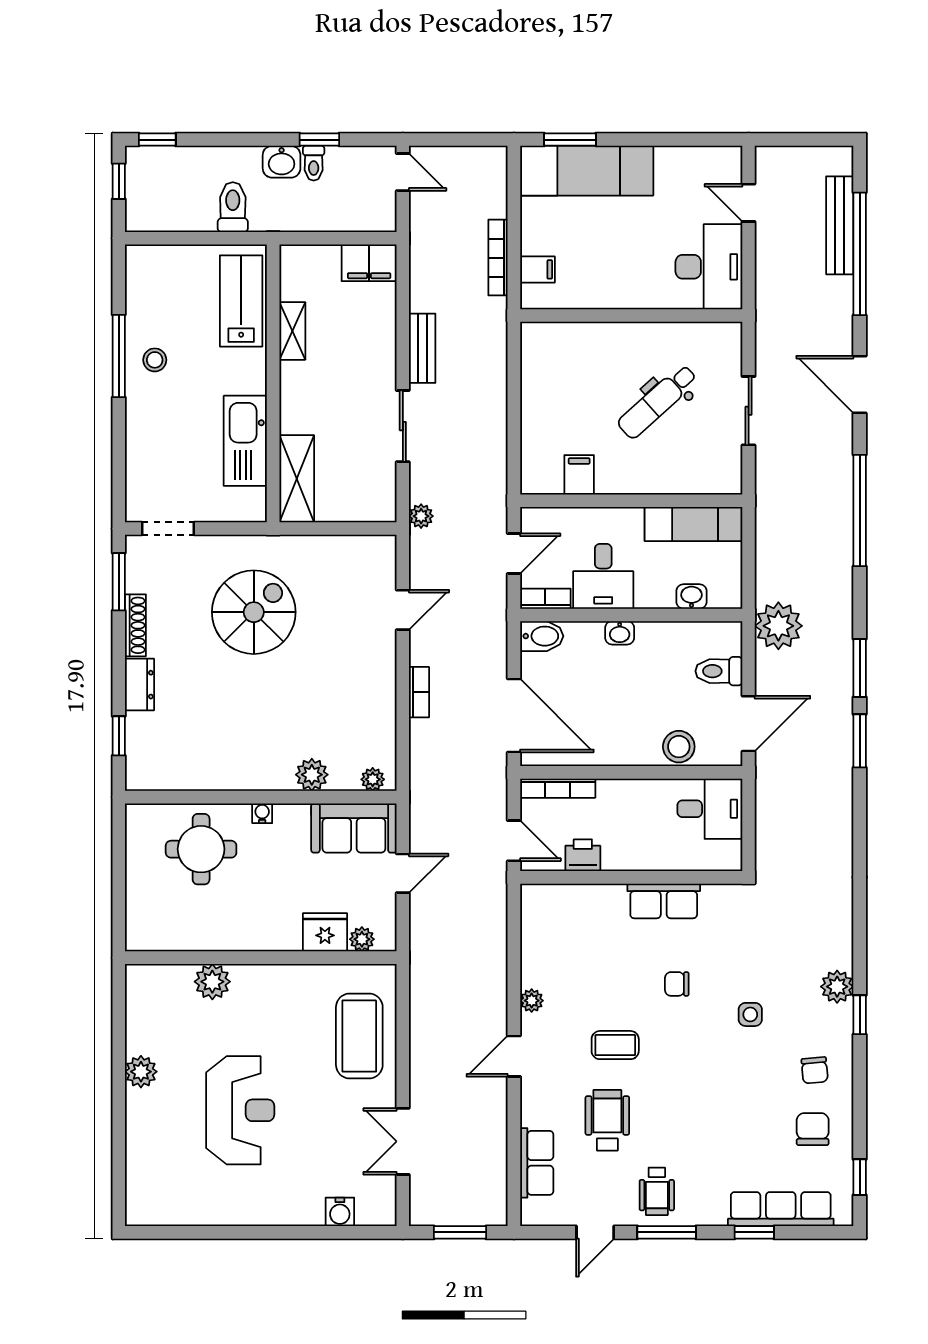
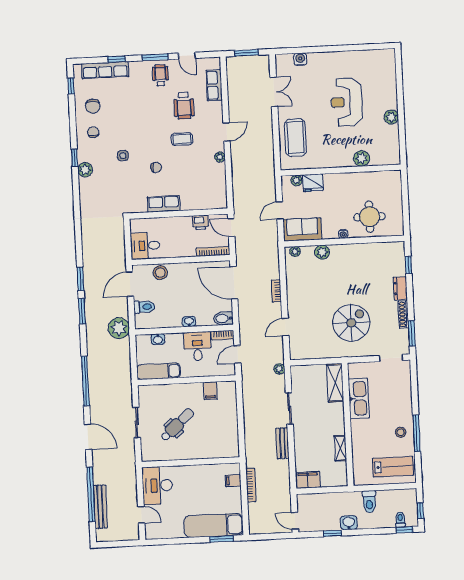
toilet: (314, 163) -> (400, 520), moved
lab bench: (241, 301) -> (393, 467), moved, turned -90
spiral stairs: (254, 612) -> (351, 323), turned 180
door: (595, 1232) -> (187, 56), swing flipped

